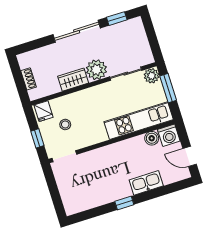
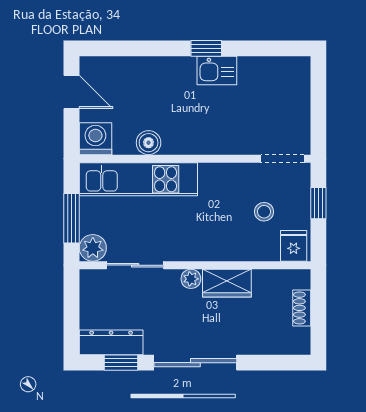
dresser: (126, 28) -> (111, 342), added
plant: (96, 70) -> (191, 279), width x0.53, depth x0.53
boiler: (152, 138) -> (149, 143), moved
kitchen sink: (146, 183) -> (217, 70), moved, width x0.73

